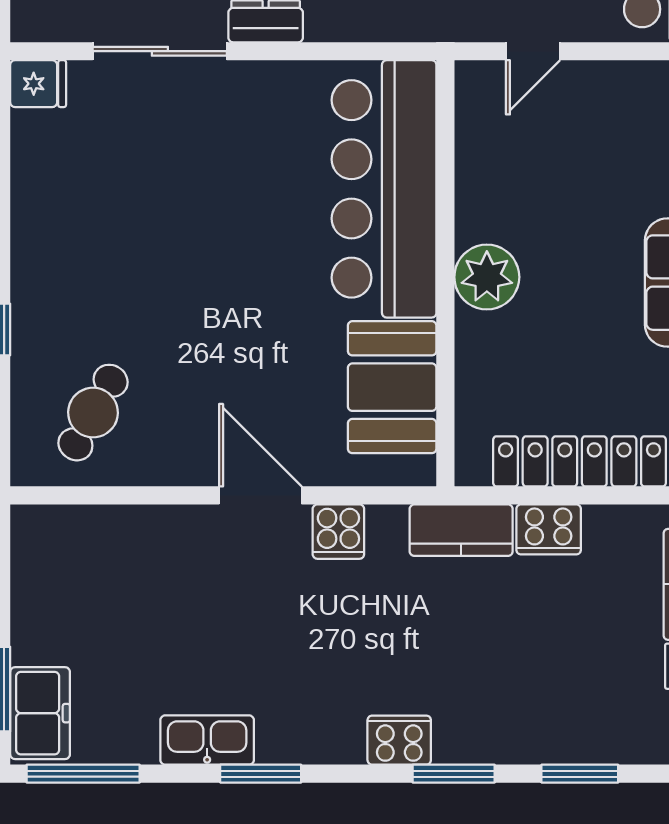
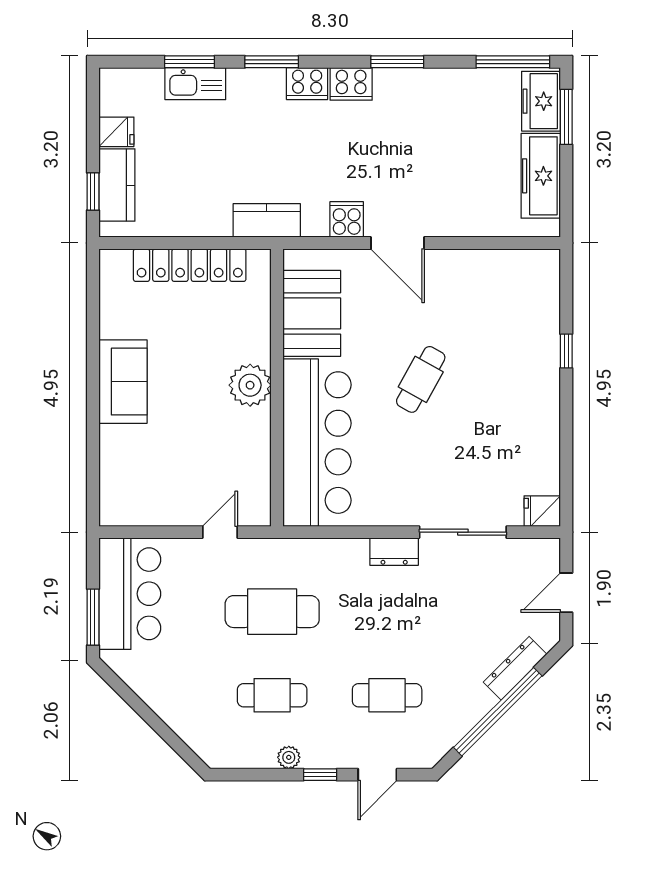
cafe table: (93, 413) -> (421, 379), moved
cooker: (549, 529) -> (351, 84), moved, turned 180
freezer: (40, 599) -> (541, 176), added
kitchen sink: (207, 740) -> (195, 84), moved

